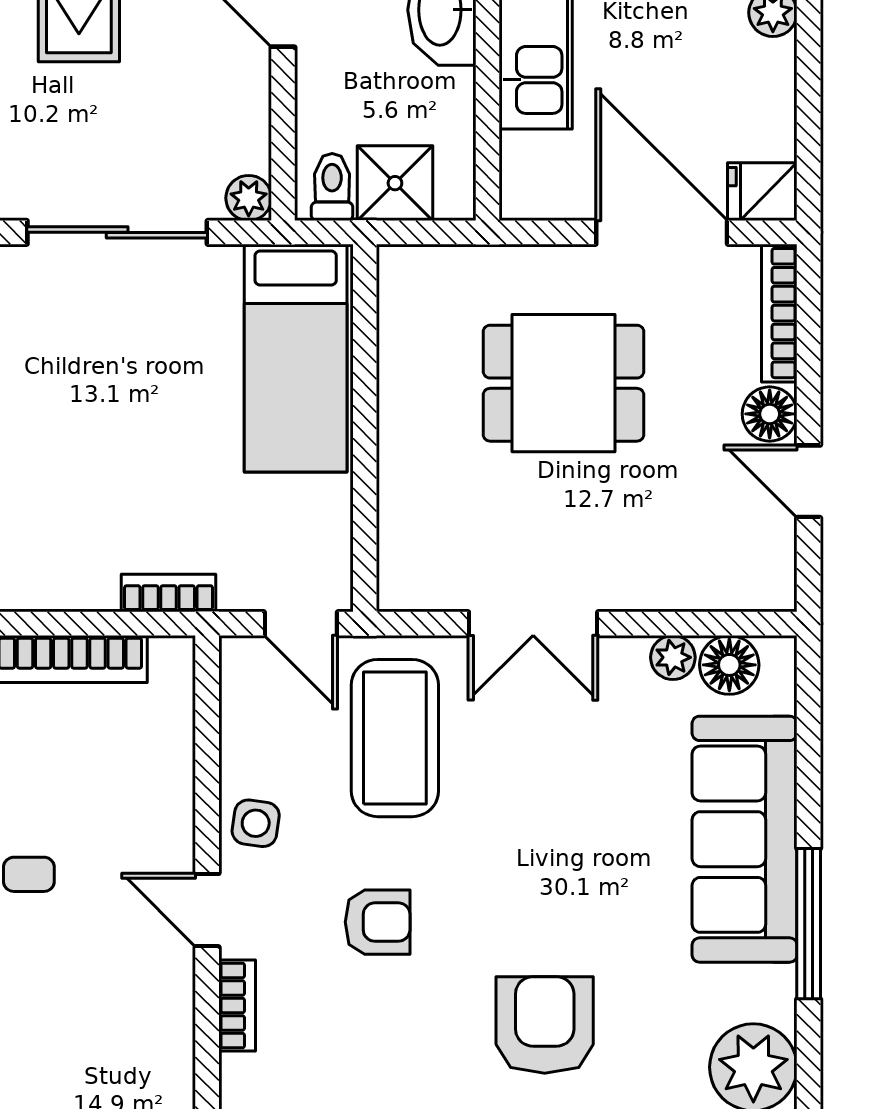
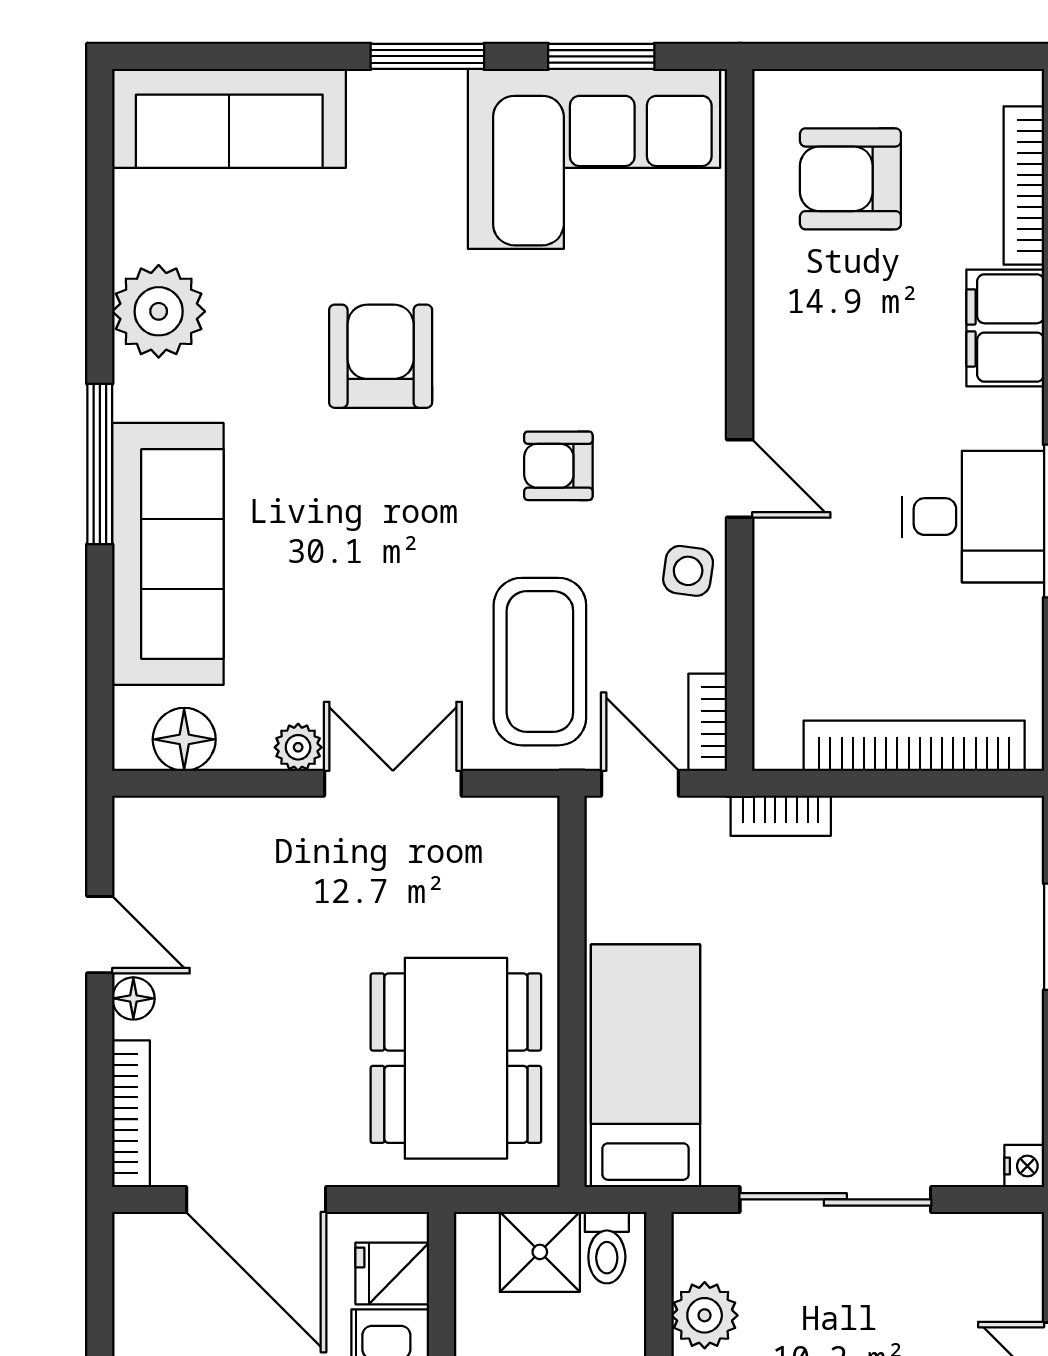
fridge: (762, 192) -> (392, 1273), moved, turned 180
plant: (249, 198) -> (705, 1315), moved, width x1.38, depth x1.38
dining table: (564, 383) -> (456, 1058), moved, width x1.37
floor lamp: (770, 414) -> (133, 998), width x0.73, depth x0.73
plant: (673, 657) -> (298, 747), moved
bookcase: (237, 1005) -> (708, 722), moved
armchair: (545, 1025) -> (381, 356), turned 180

